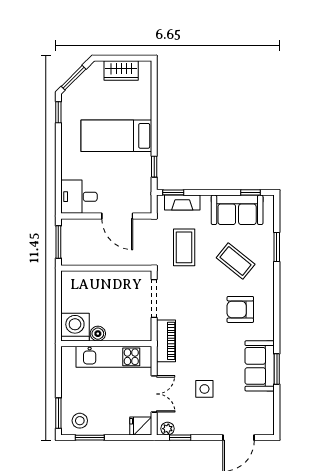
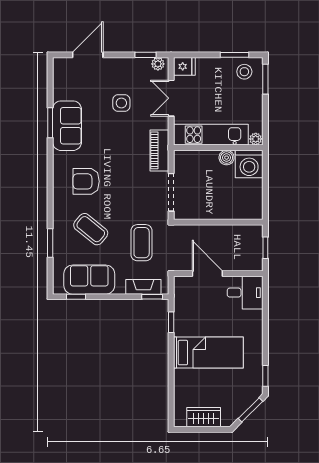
window: (58, 242) -> (265, 248), width x0.67
armchair: (240, 309) -> (86, 181), turned 180
plant: (68, 352) -> (256, 139), added

